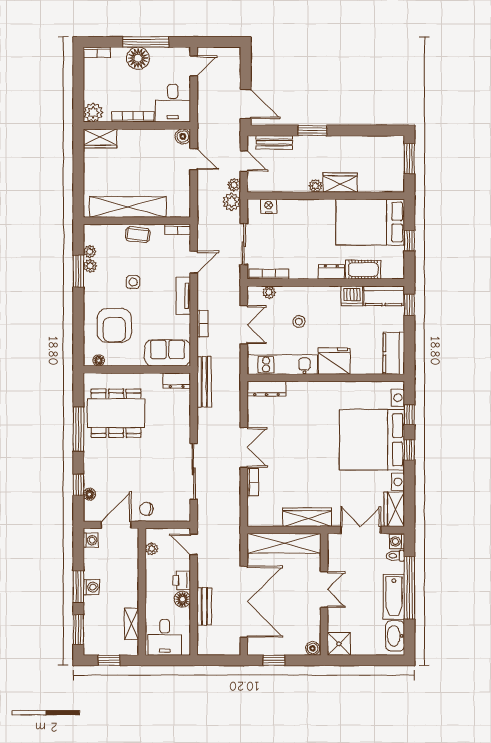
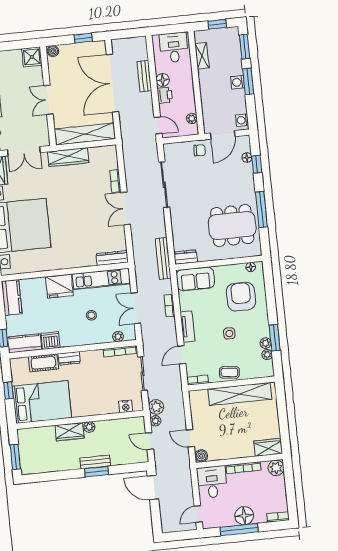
bench: (274, 142) -> (95, 462), moved

